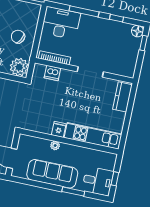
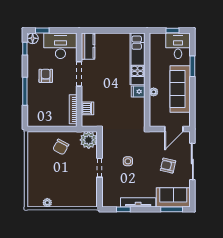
window: (117, 18) -> (25, 49), moved
desk: (61, 23) -> (60, 46), moved, turned 90
armchair: (95, 37) -> (46, 76), added
kitchen counter: (122, 97) -> (88, 46), moved, turned -90

